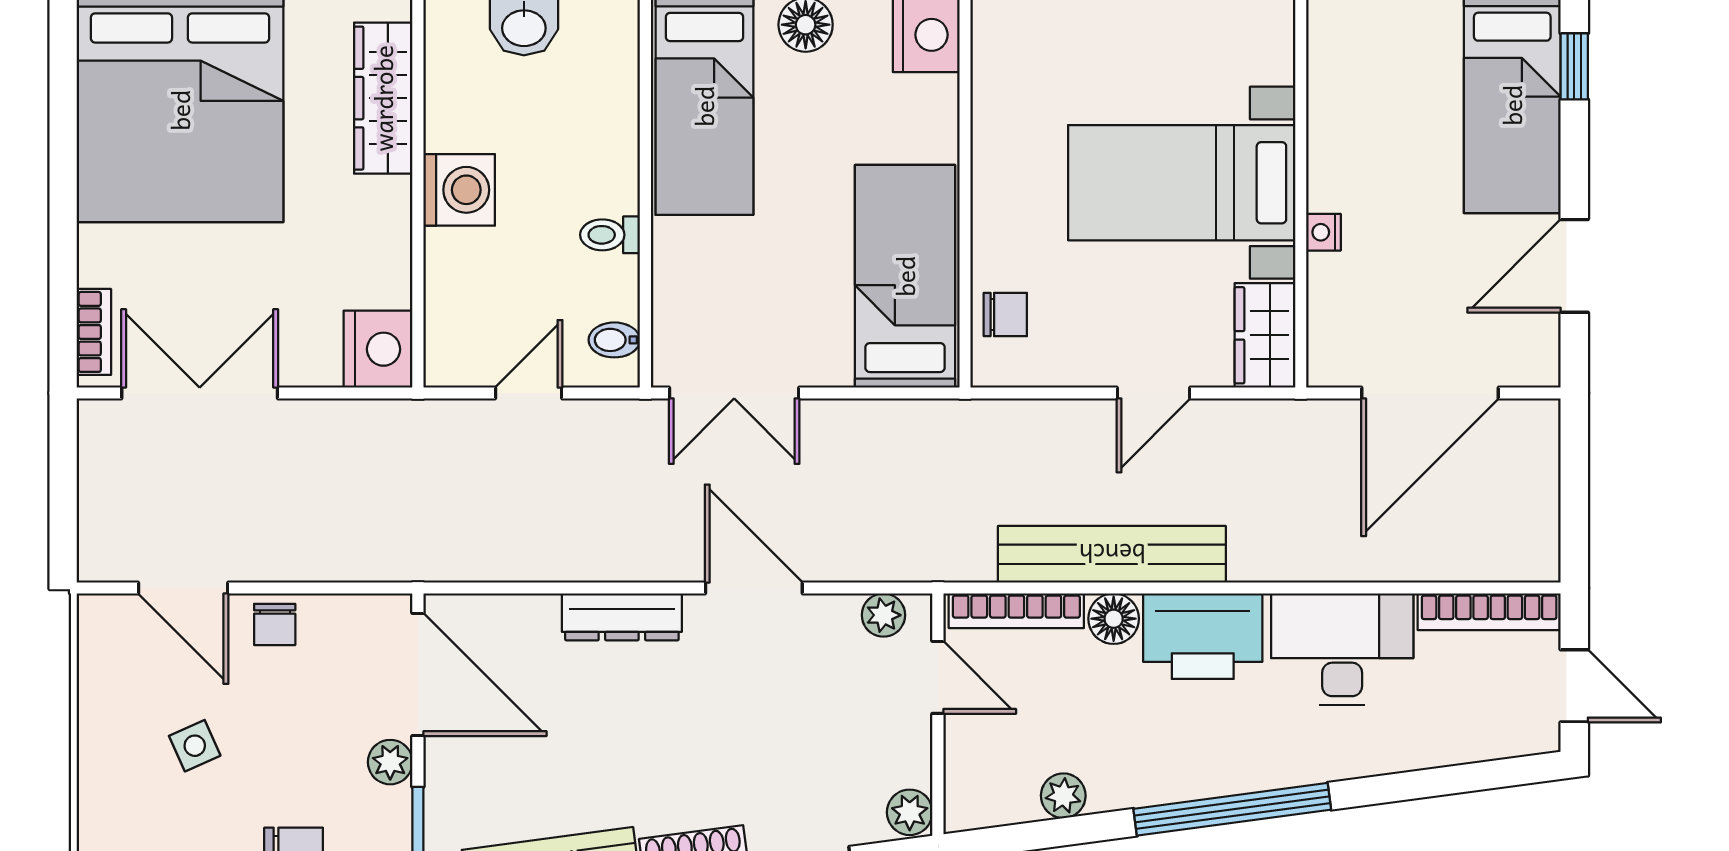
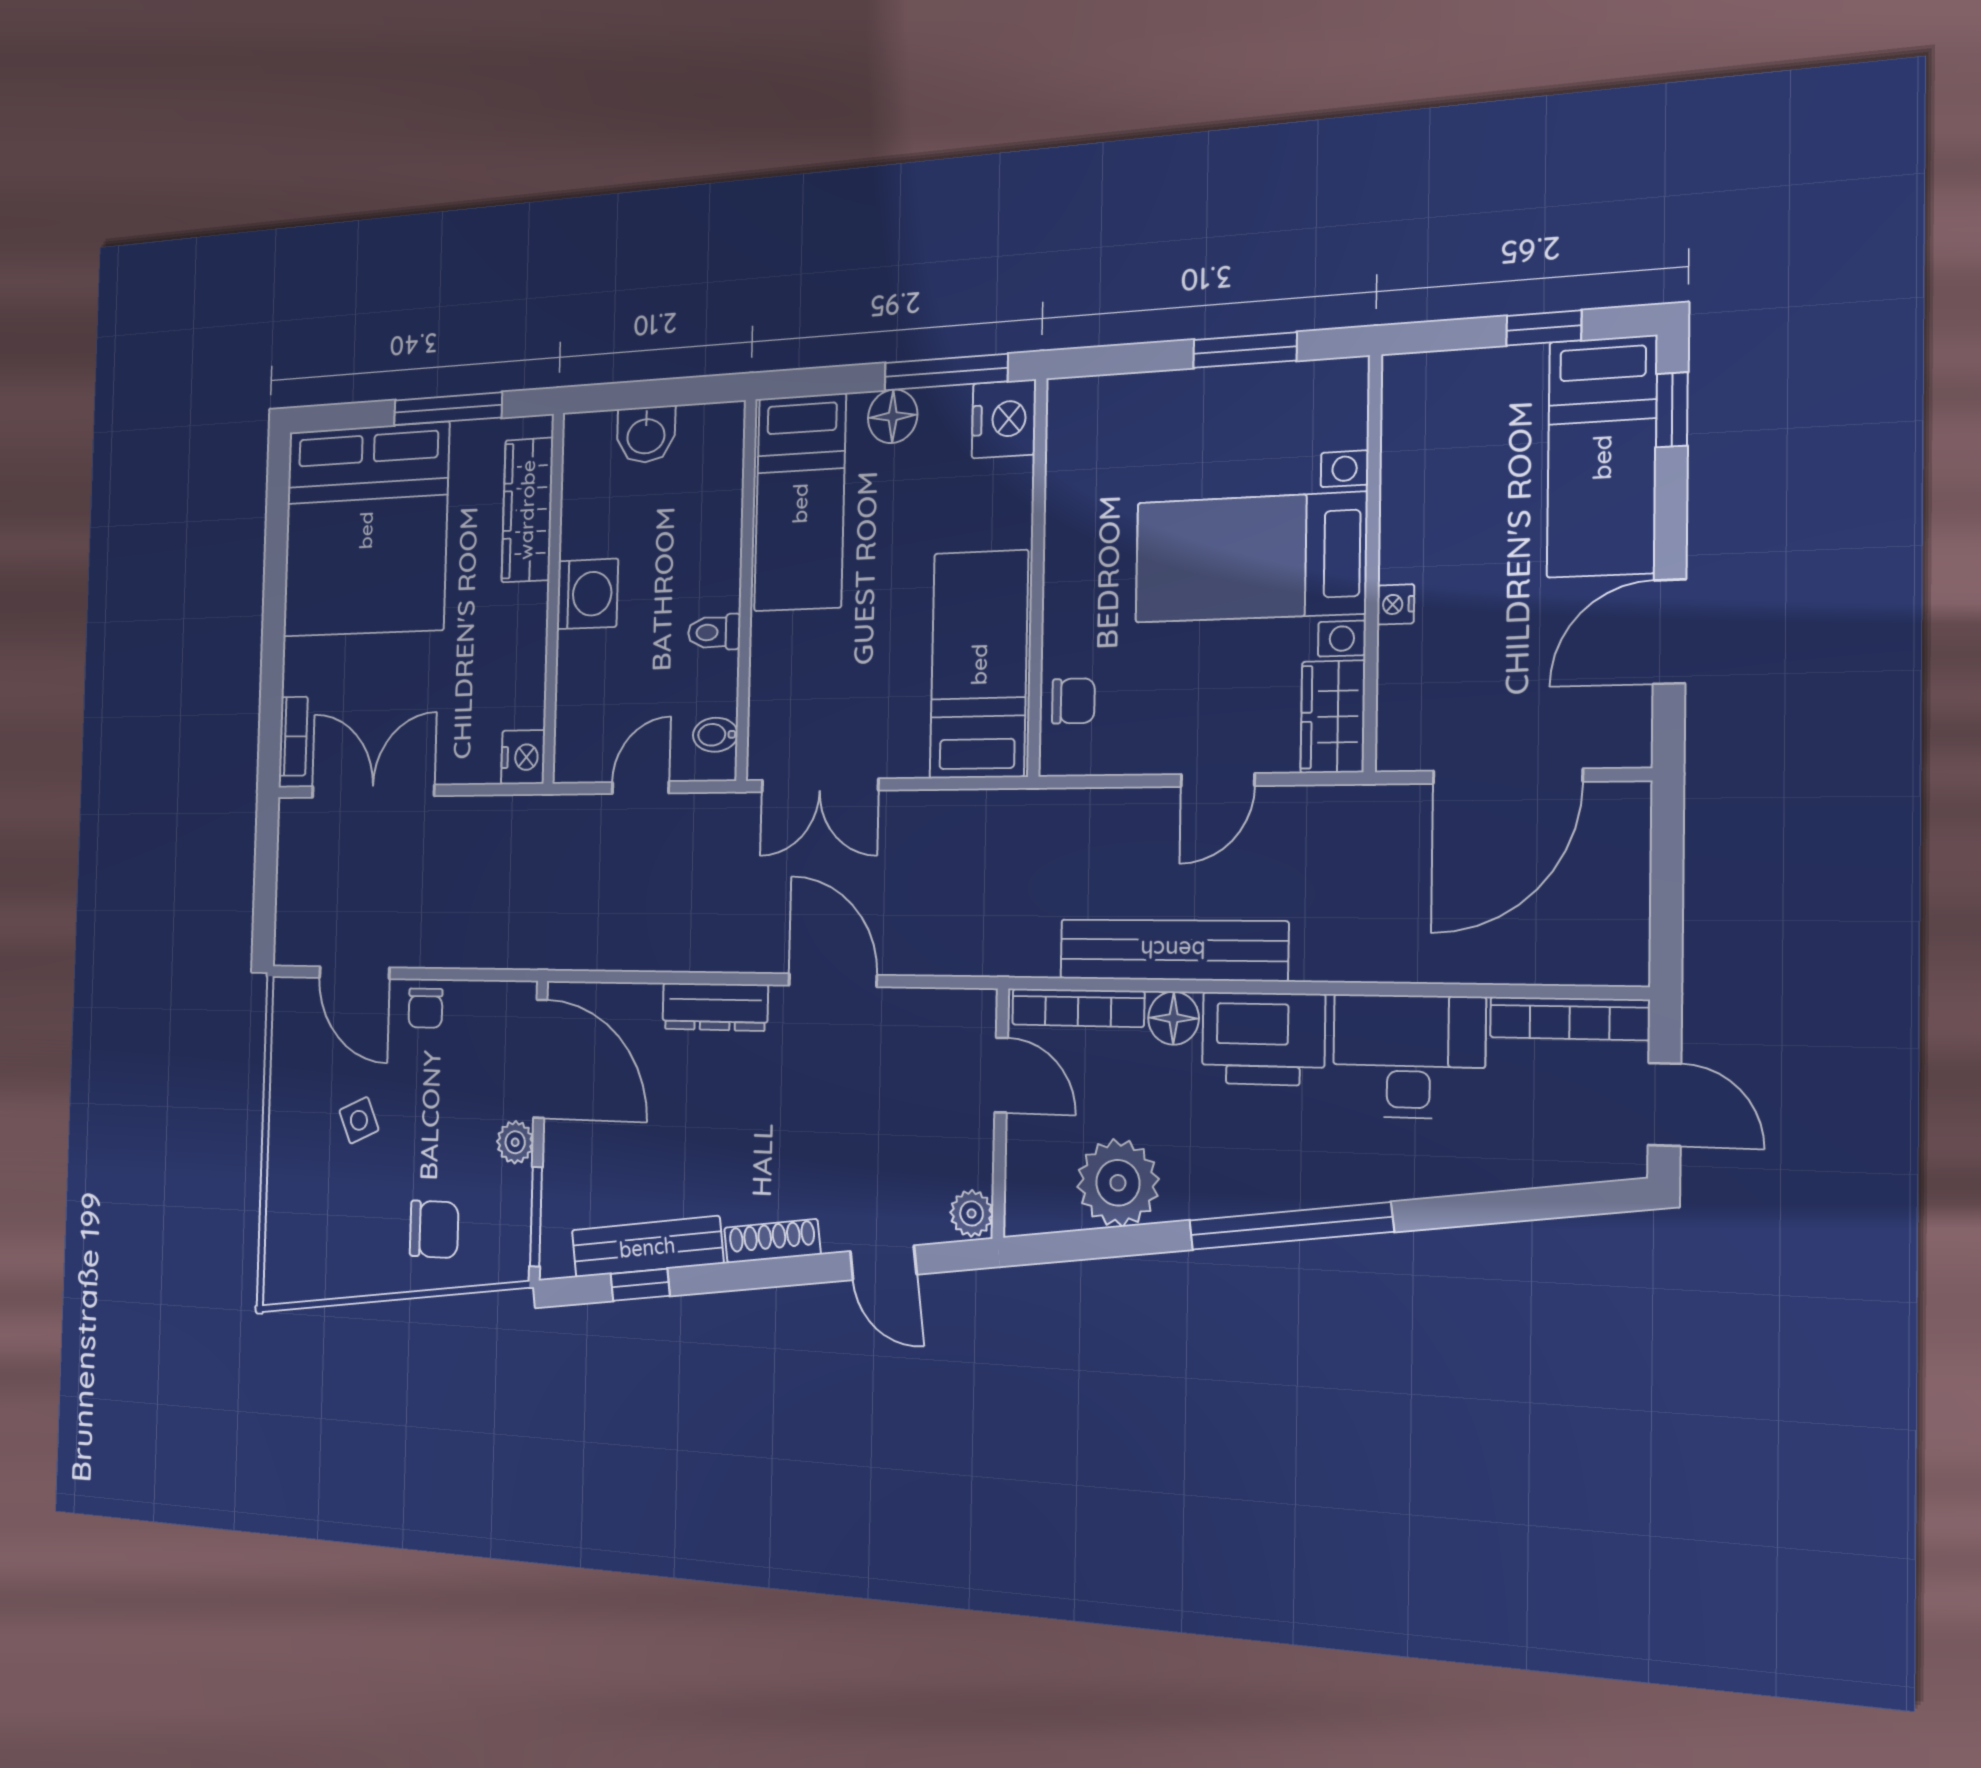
nightstand: (378, 349) -> (523, 757), width x0.74, depth x0.75
plant: (883, 615) -> (951, 1010), removed
plant: (1063, 796) -> (1118, 1183), width x1.88, depth x1.88

